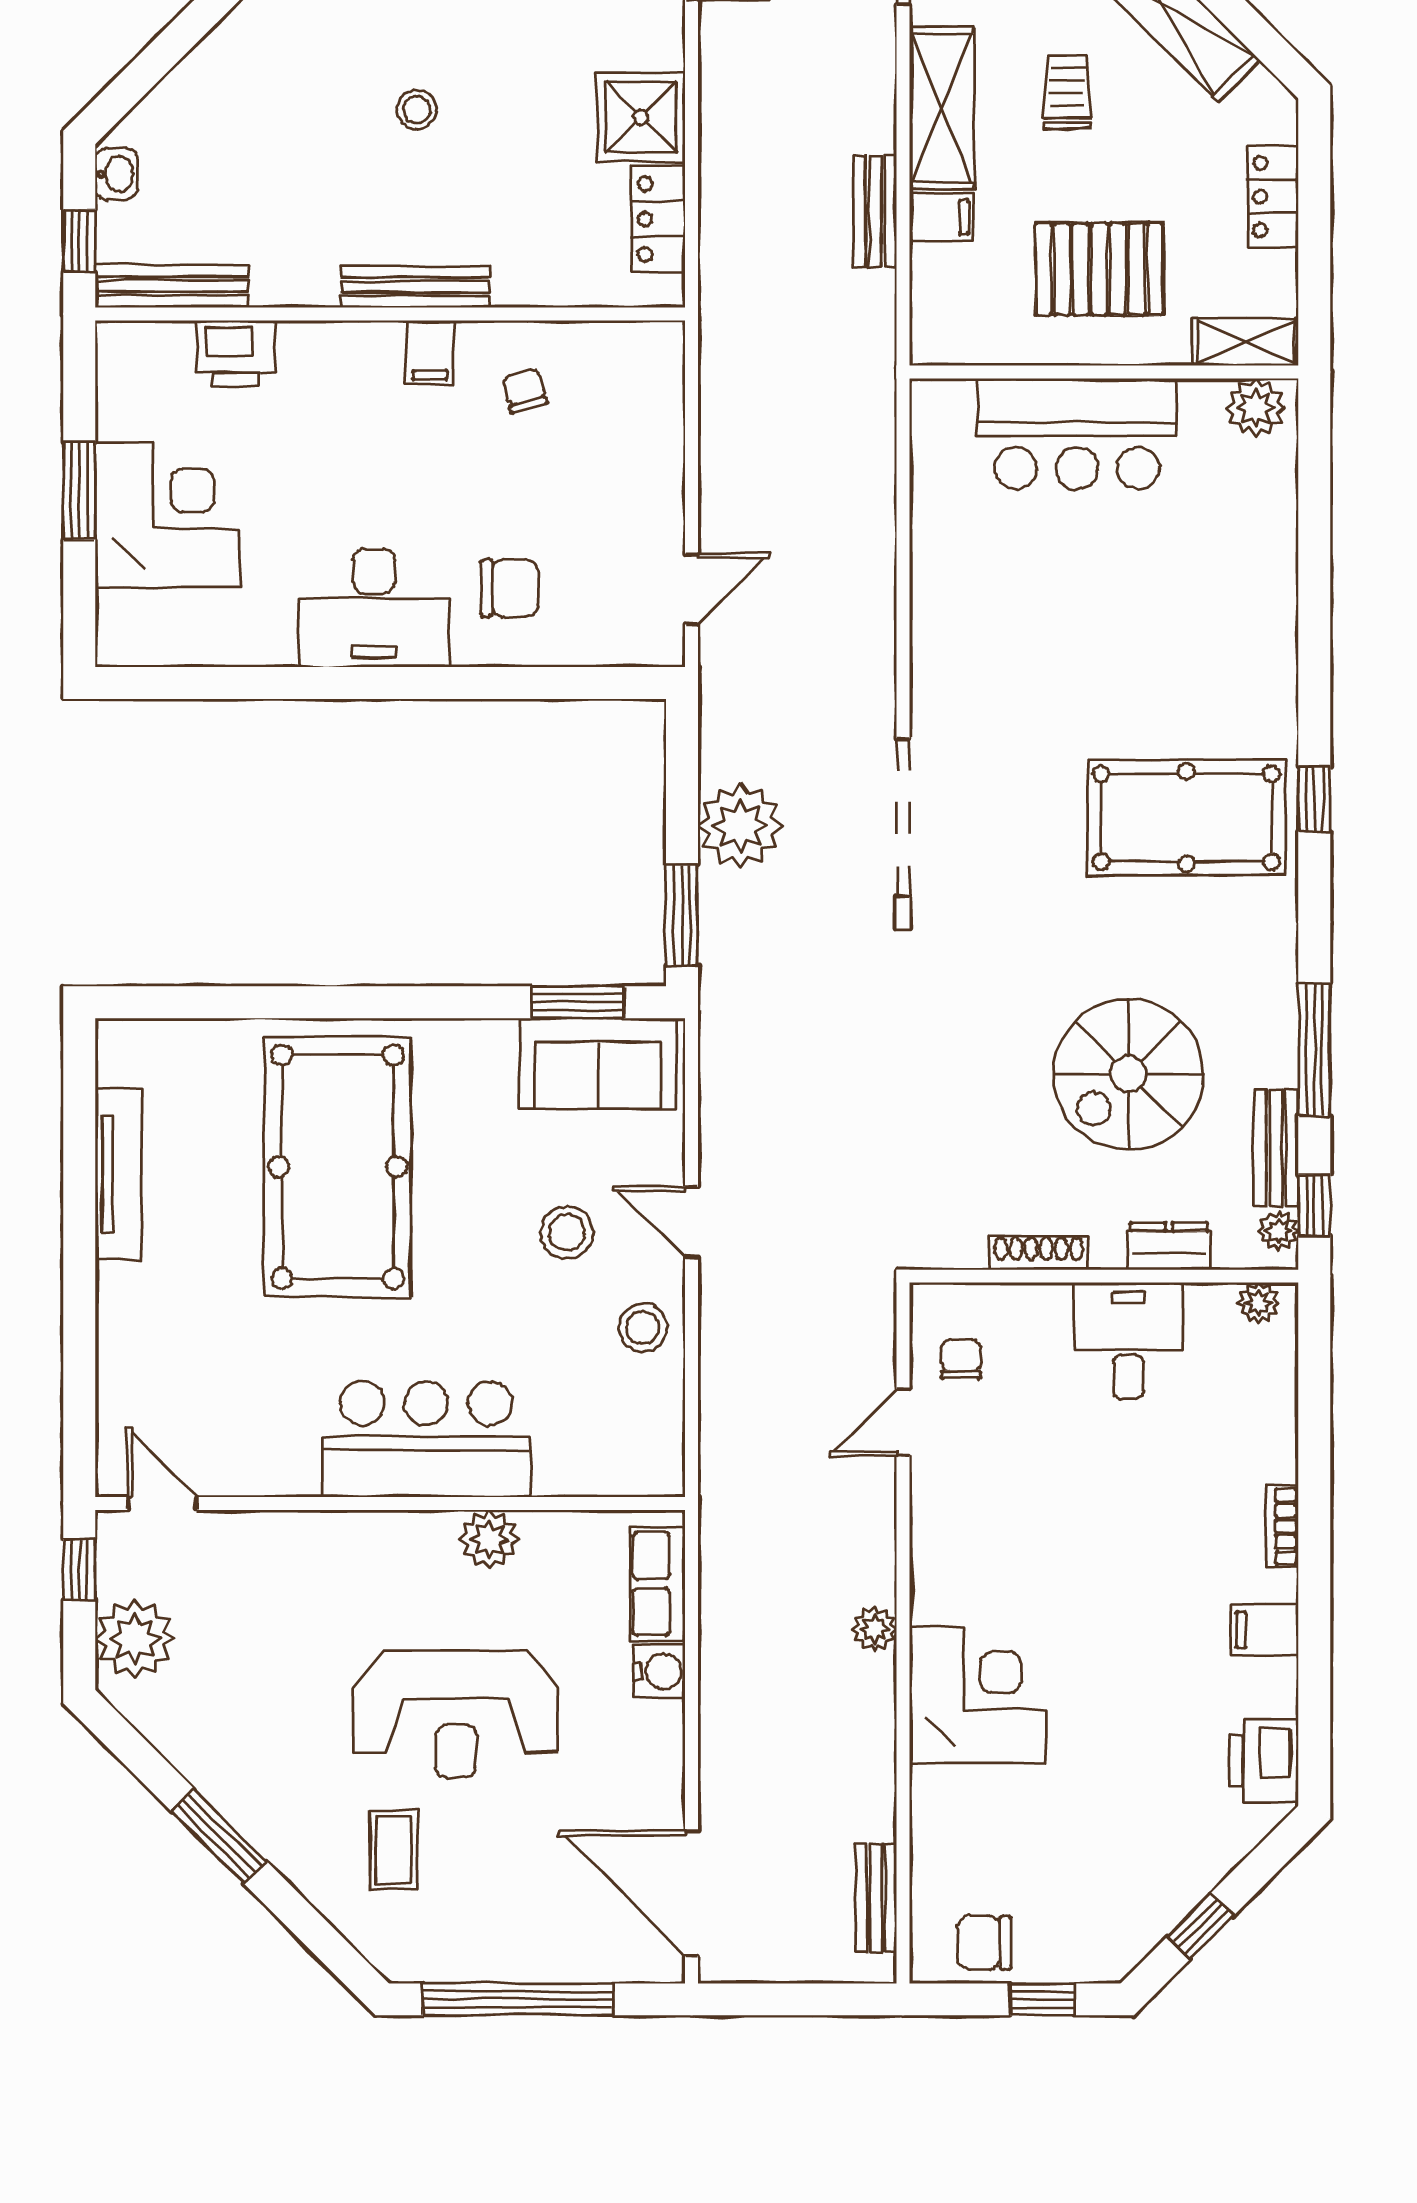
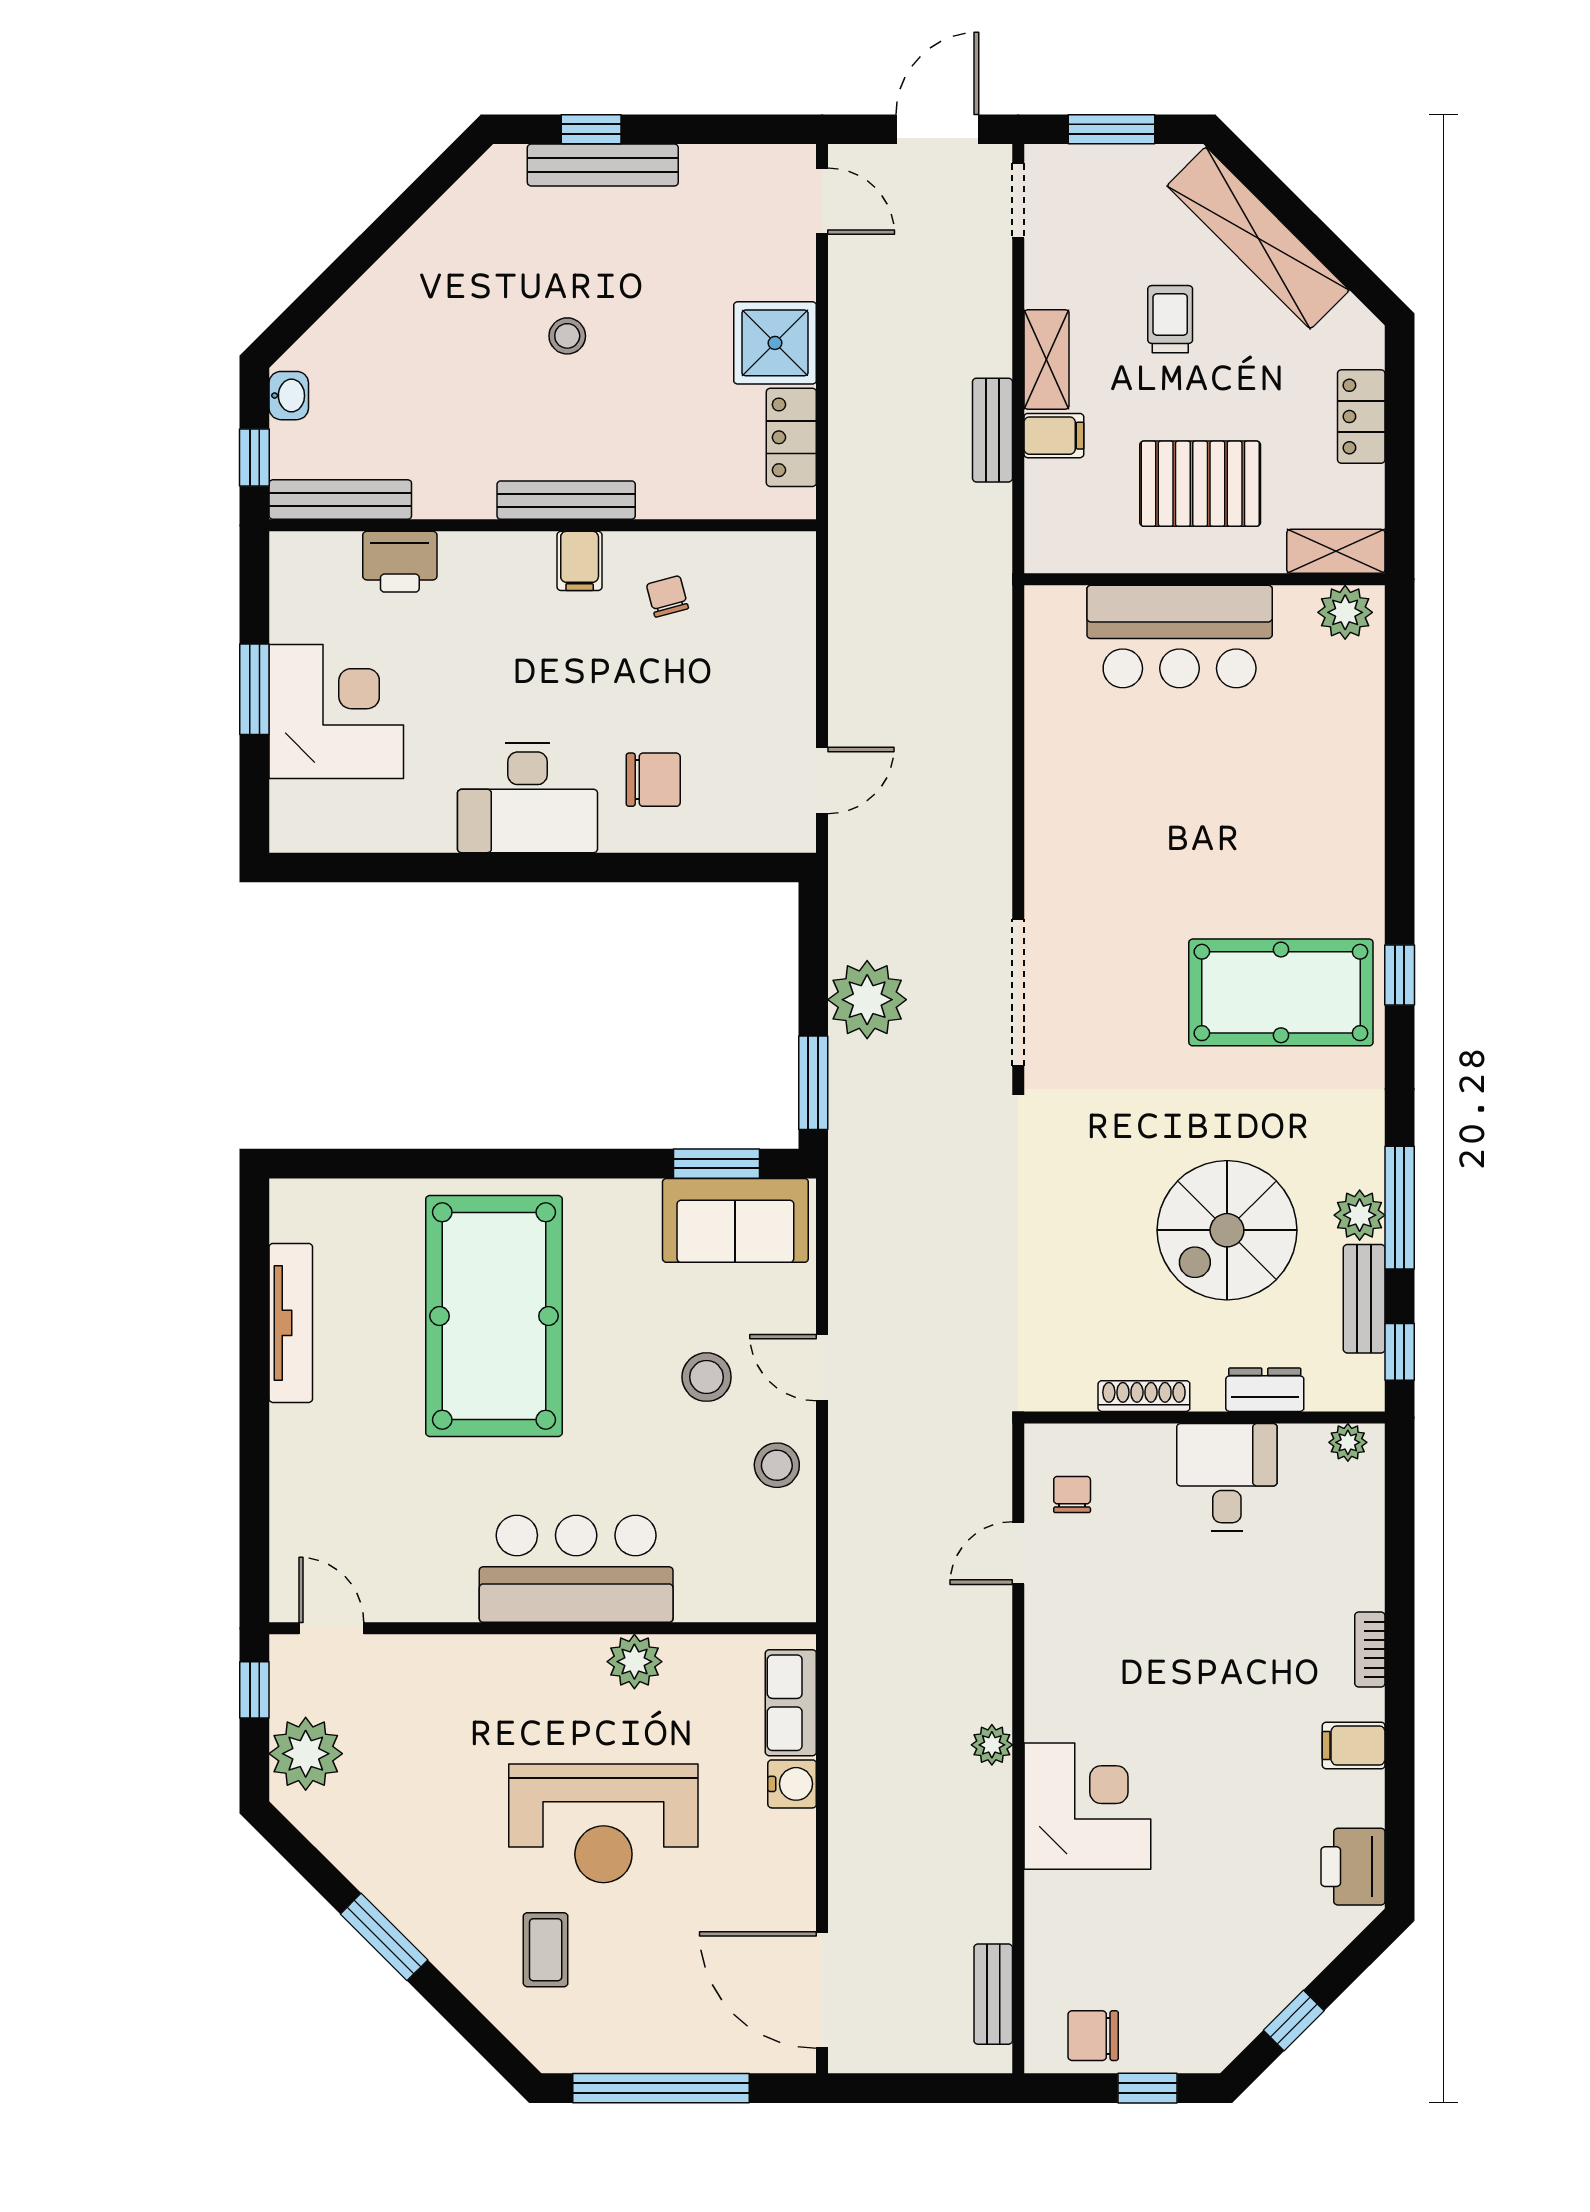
shelving: (942, 108) -> (1047, 359), width x0.67, depth x0.75
plant: (1279, 1231) -> (1360, 1215), moved, width x1.38, depth x1.38

